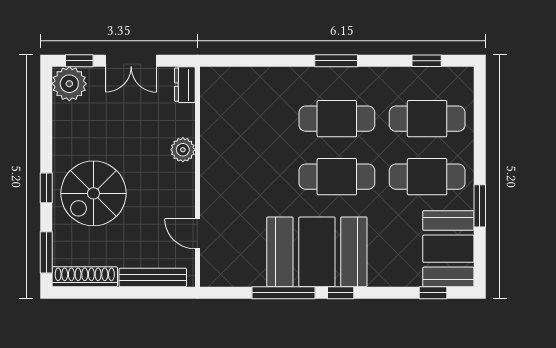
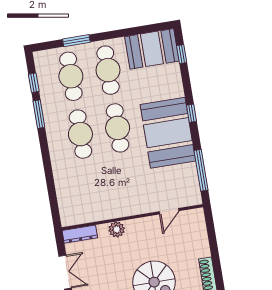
window: (336, 61) -> (39, 114), moved
dresser: (185, 85) -> (80, 234), width x1.44
window: (480, 206) -> (76, 41), moved
bench: (153, 277) -> (202, 235), removed
window: (283, 293) -> (201, 170), moved

